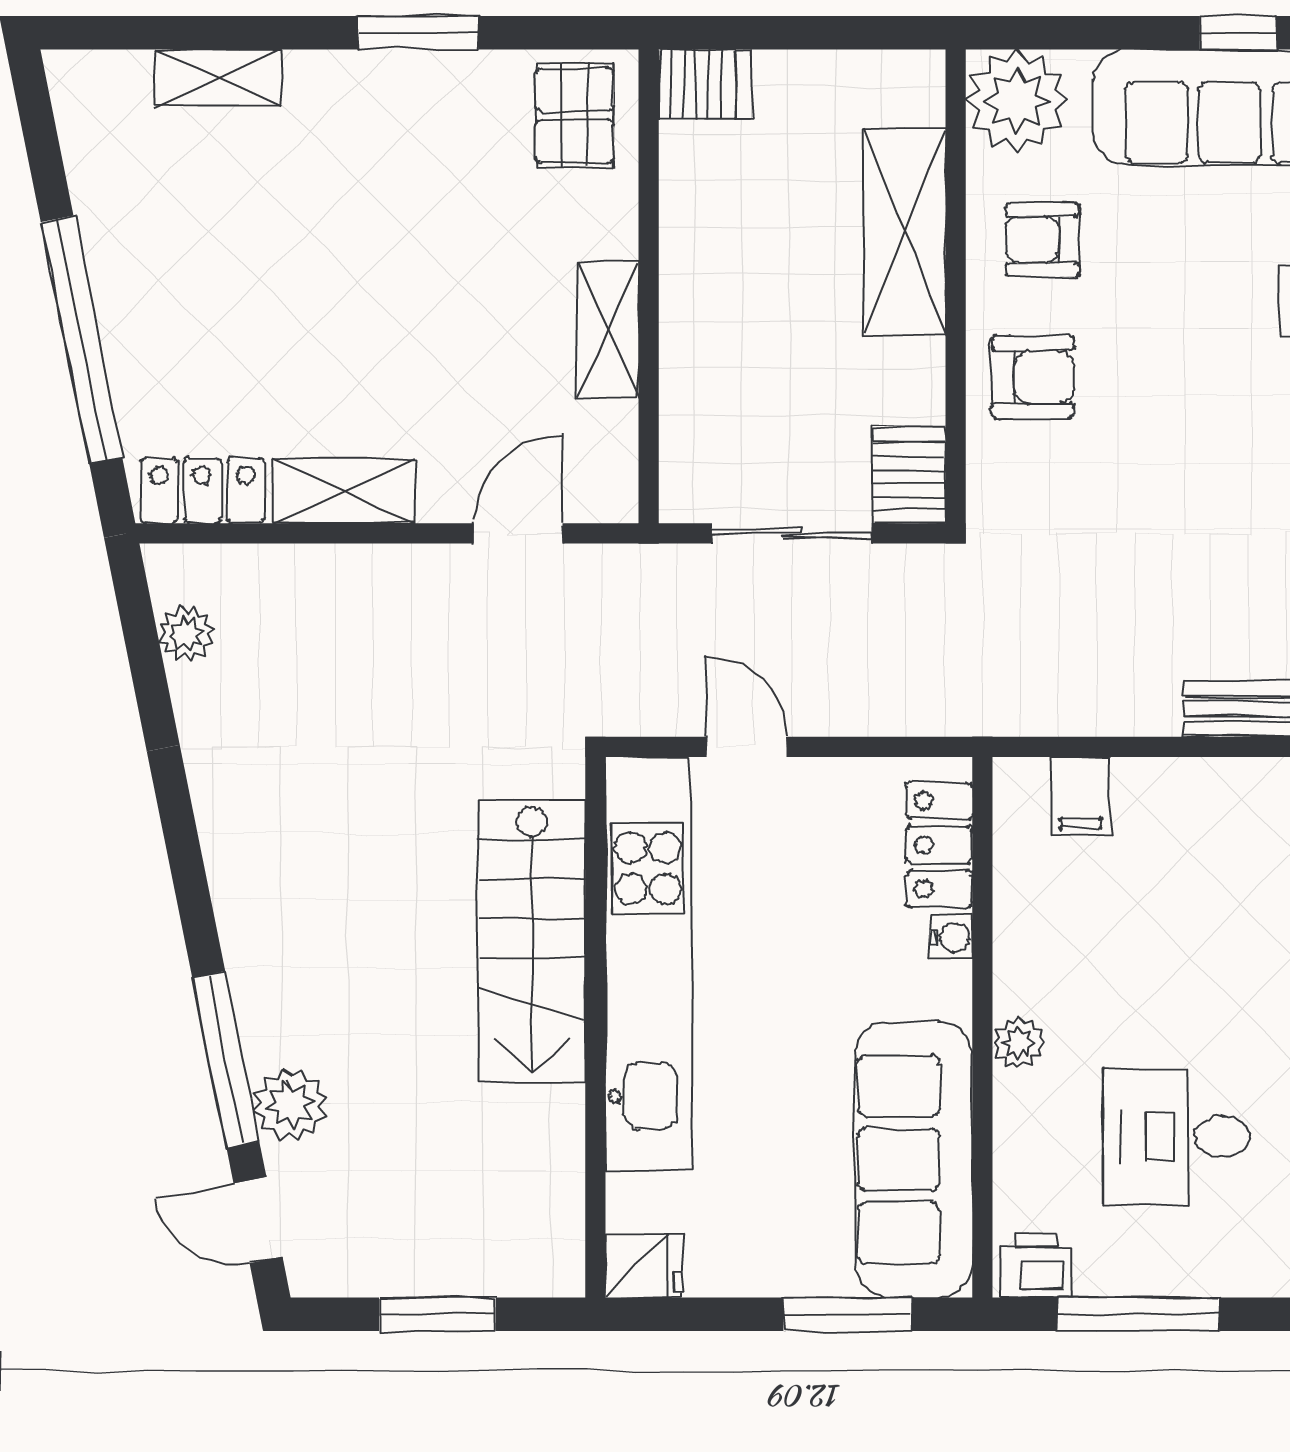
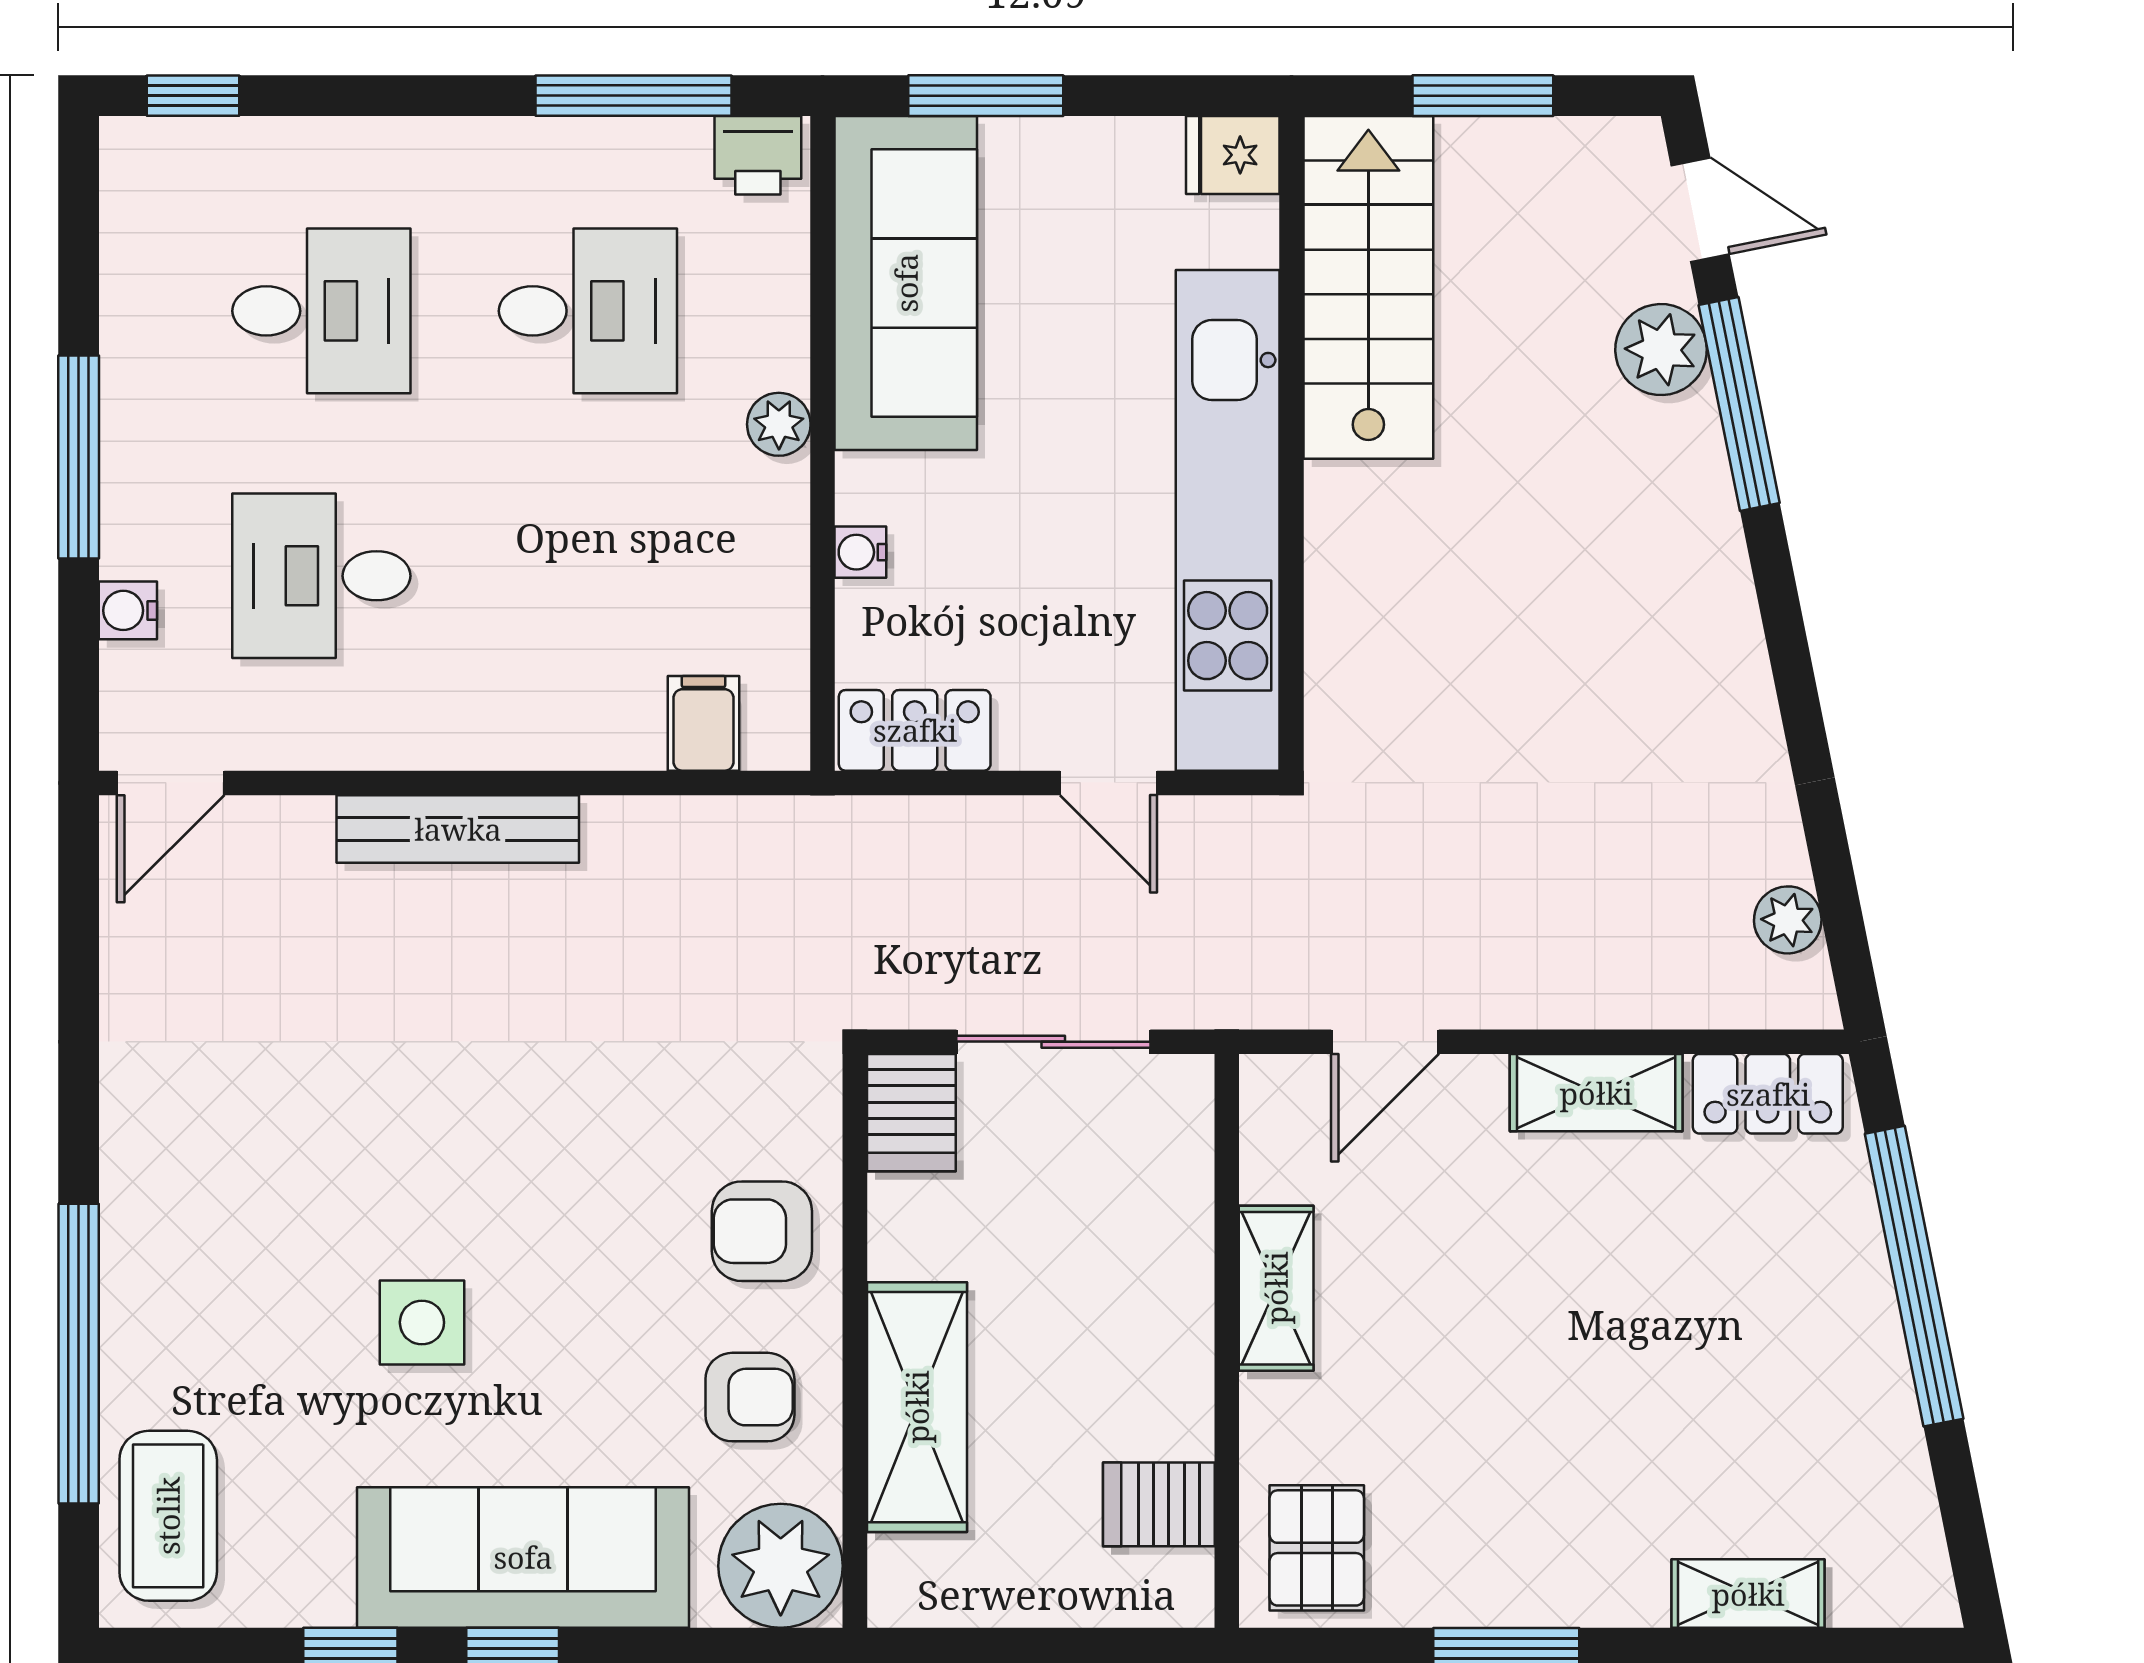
server rack: (705, 84) -> (1159, 1504), moved
locker: (939, 845) -> (915, 730), moved, turned -90
stairs: (532, 941) -> (1368, 287), moved

